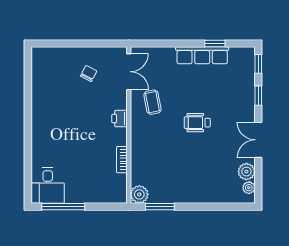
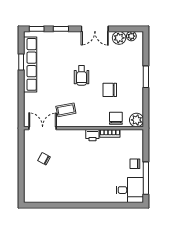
row of seats: (202, 55) -> (30, 64), width x1.36
printer: (119, 119) -> (92, 135), moved
chair: (179, 159) -> (110, 90), added
chair: (141, 168) -> (116, 118), added
chair: (82, 192) -> (135, 164), added
window: (160, 207) -> (146, 77), moved

